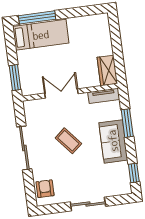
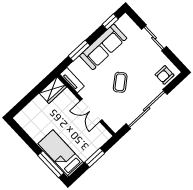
window: (15, 78) -> (95, 158), moved
sofa: (113, 141) -> (103, 47), width x1.36
sliding door: (24, 148) -> (147, 109), width x1.36

